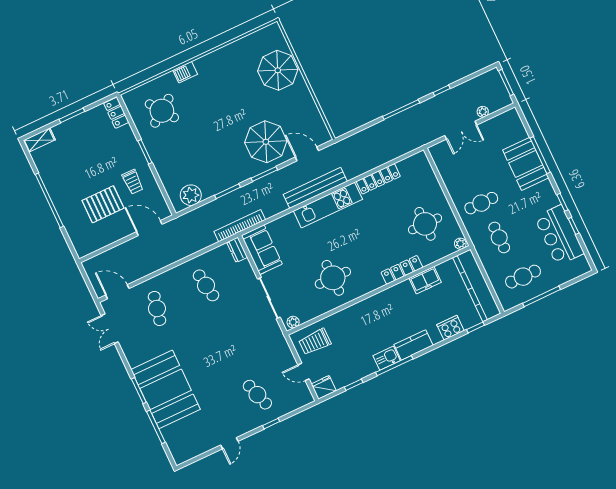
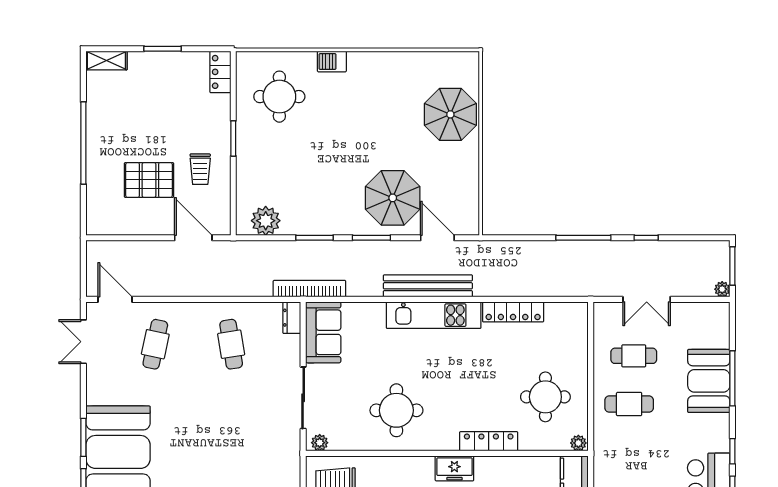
round table: (162, 111) -> (279, 97), turned 36
plant: (483, 112) -> (722, 289), moved
cafe table: (499, 237) -> (634, 356), moved, turned 90
freezer: (425, 280) -> (454, 468), moved

